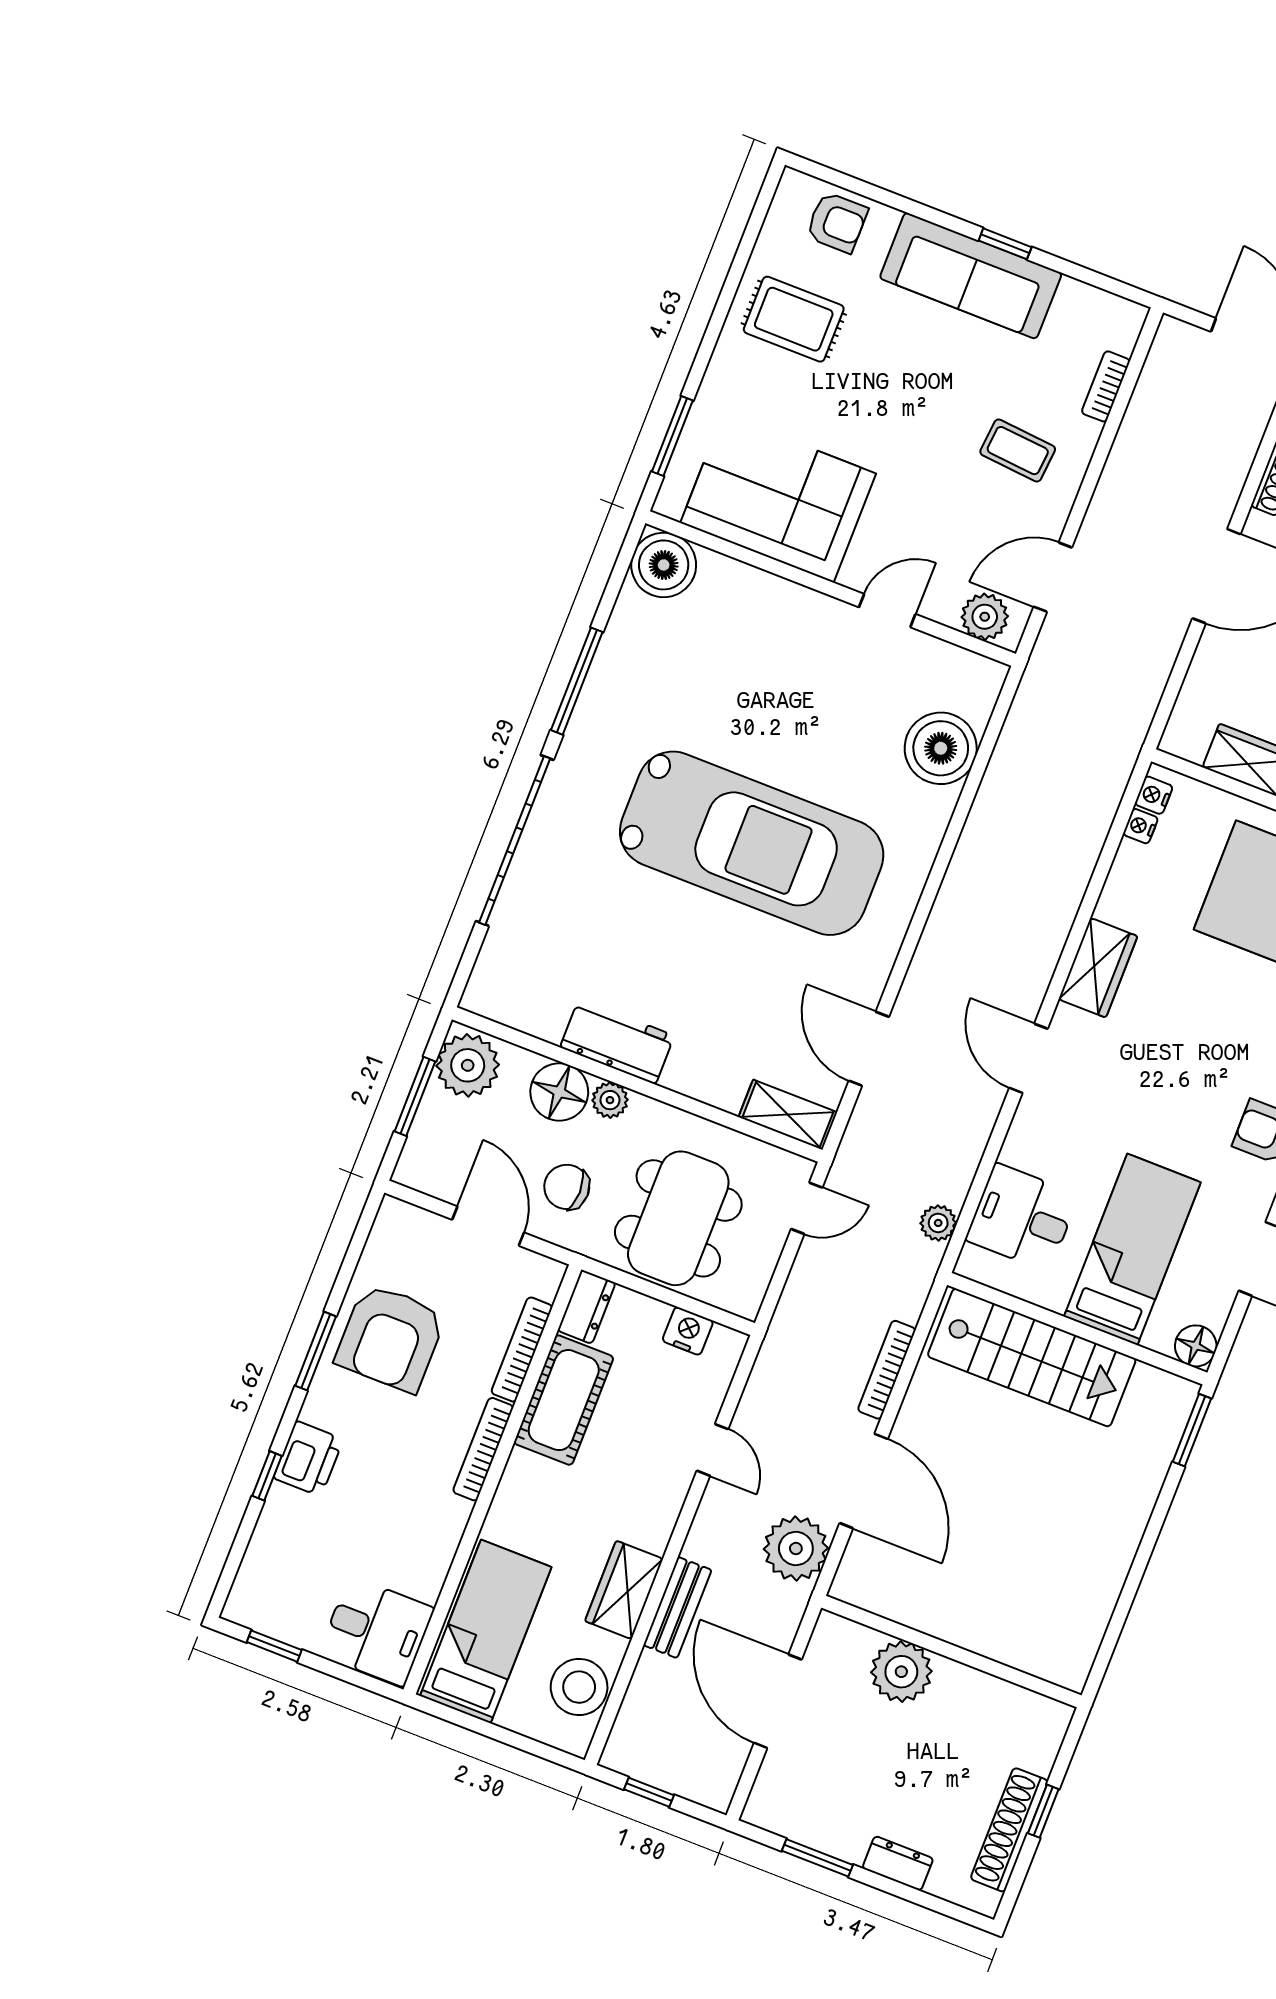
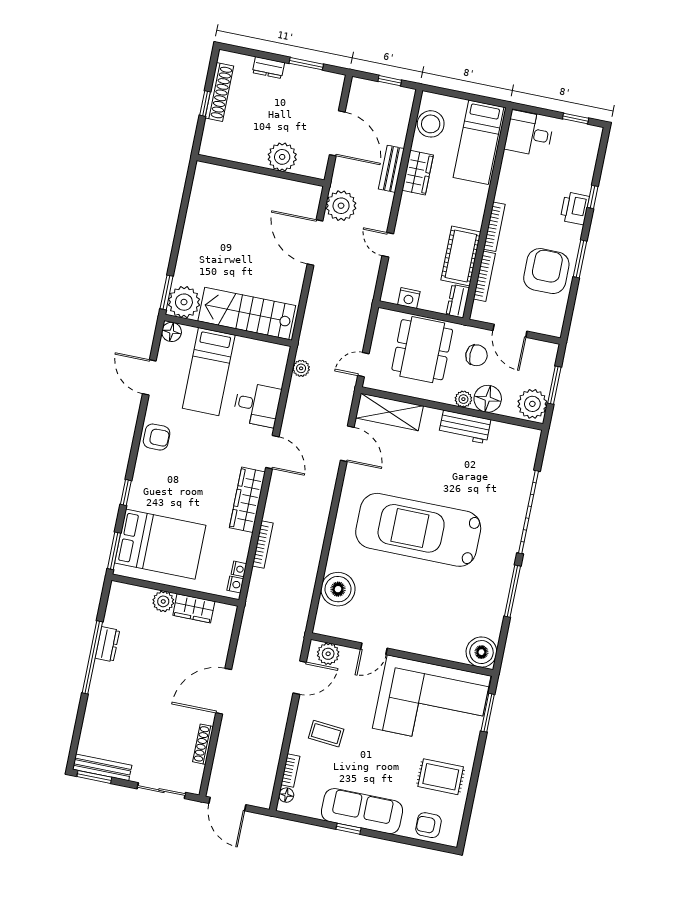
floor lamp: (1123, 337) -> (286, 795), added
corner sofa: (778, 498) -> (432, 702), width x1.36, depth x1.36
wardrobe: (1098, 968) -> (247, 500), width x1.50
shelving: (788, 1115) -> (389, 412), width x1.50, depth x1.33
desk: (1022, 1217) -> (257, 405), moved
bookcase: (887, 1370) -> (263, 545), moved
plant: (1159, 1404) -> (184, 302), added

